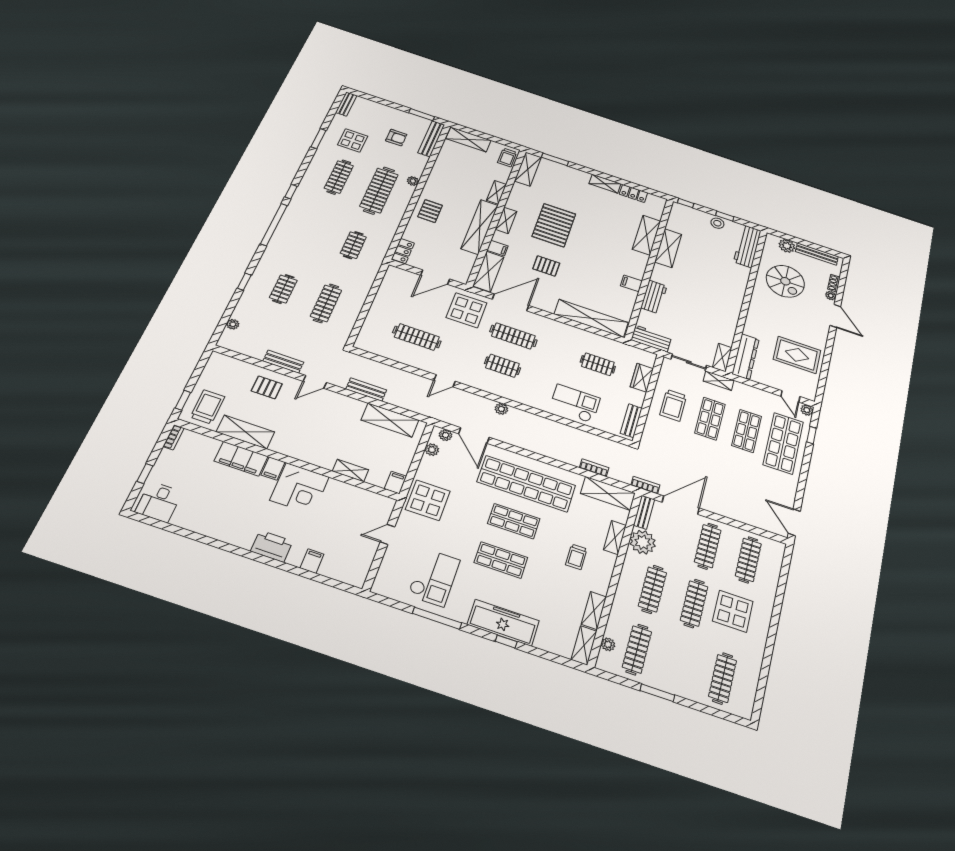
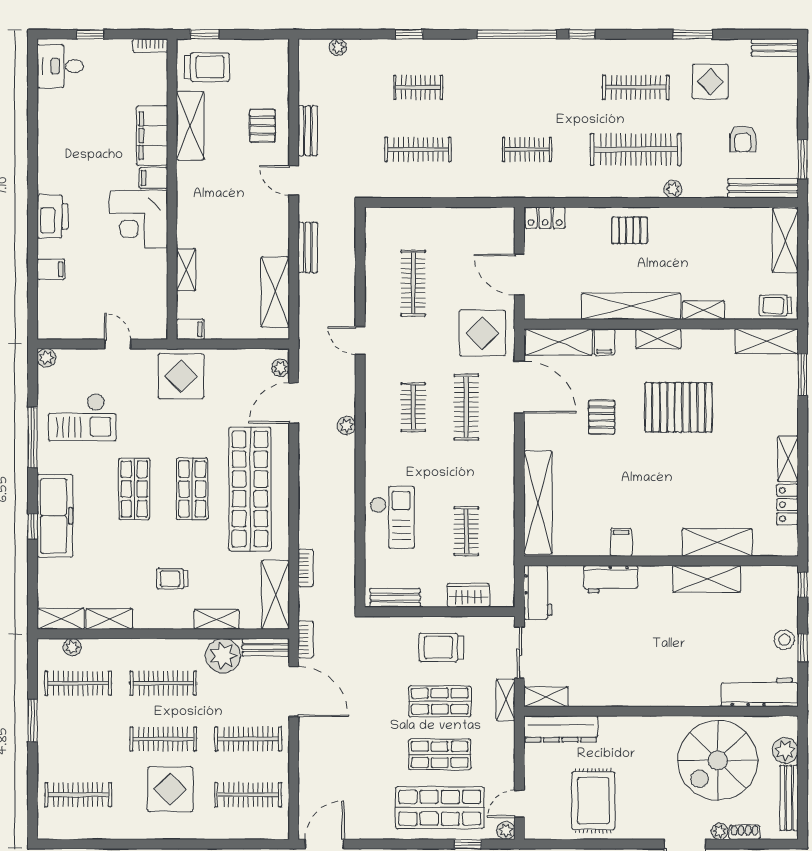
spiral stairs: (785, 281) -> (718, 760), width x1.37, depth x1.37
plant: (432, 450) -> (46, 358), moved

